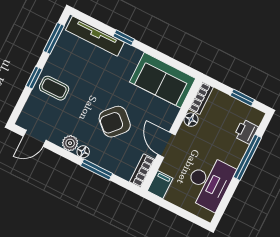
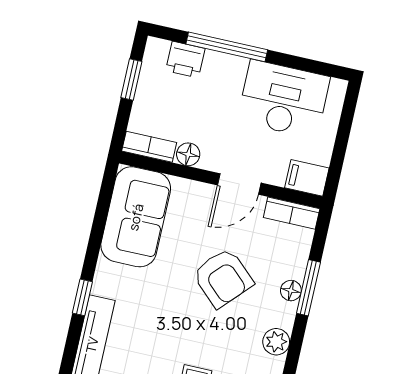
floor lamp: (83, 152) -> (291, 291), moved

